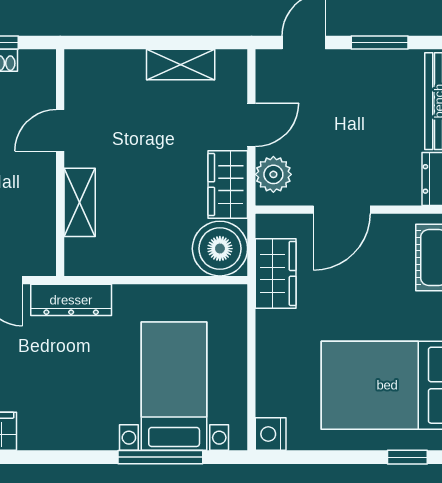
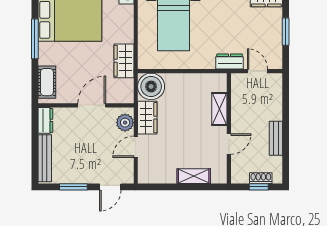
shelving: (181, 65) -> (194, 176), moved
wardrobe: (276, 273) -> (124, 61), moved
dresser: (71, 300) -> (230, 61), width x0.70

